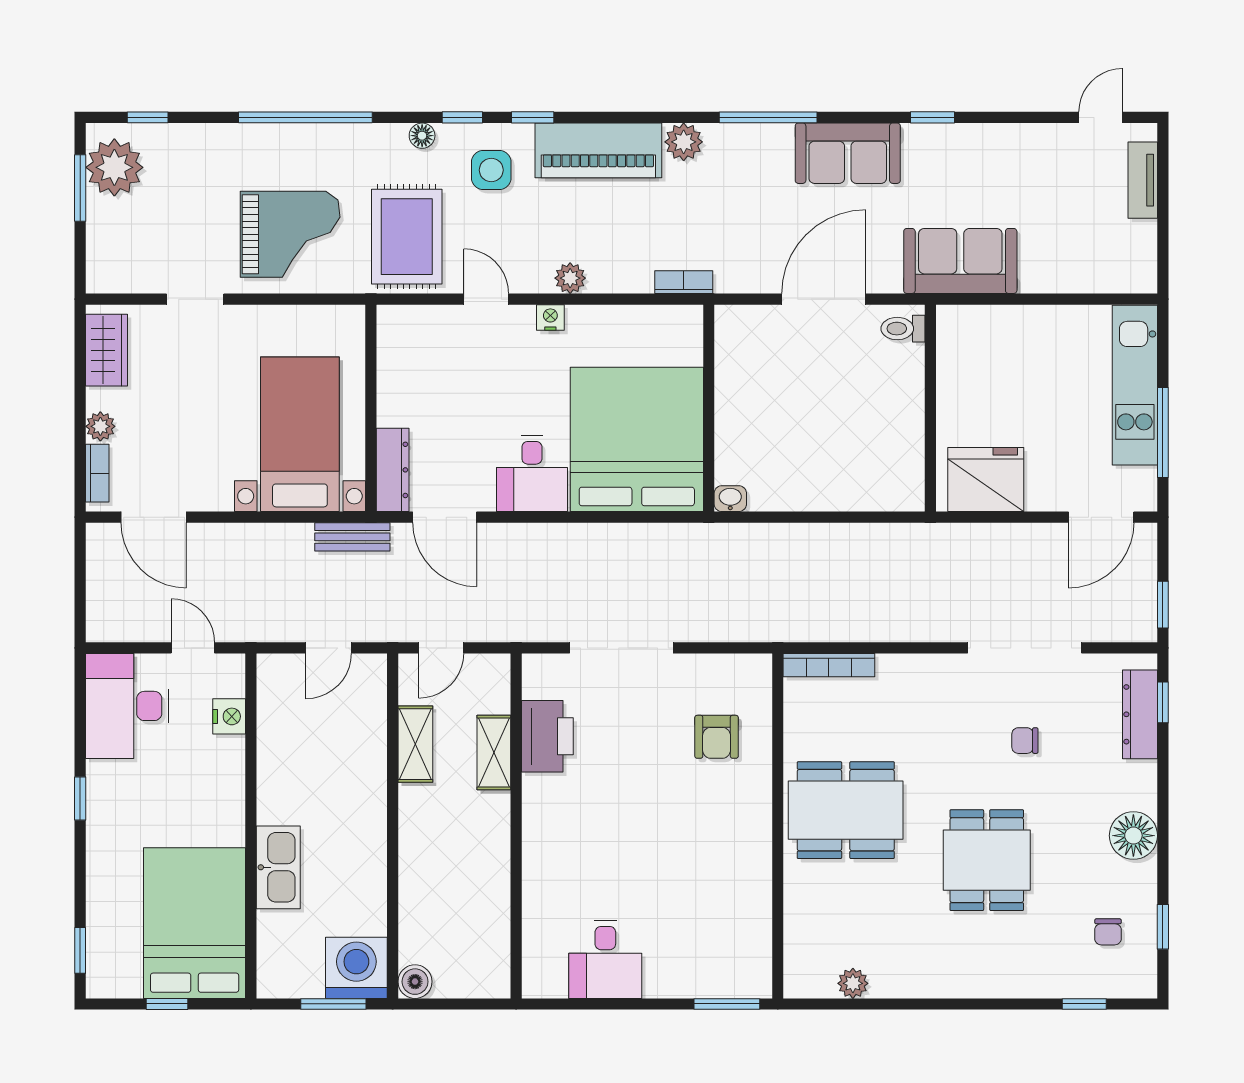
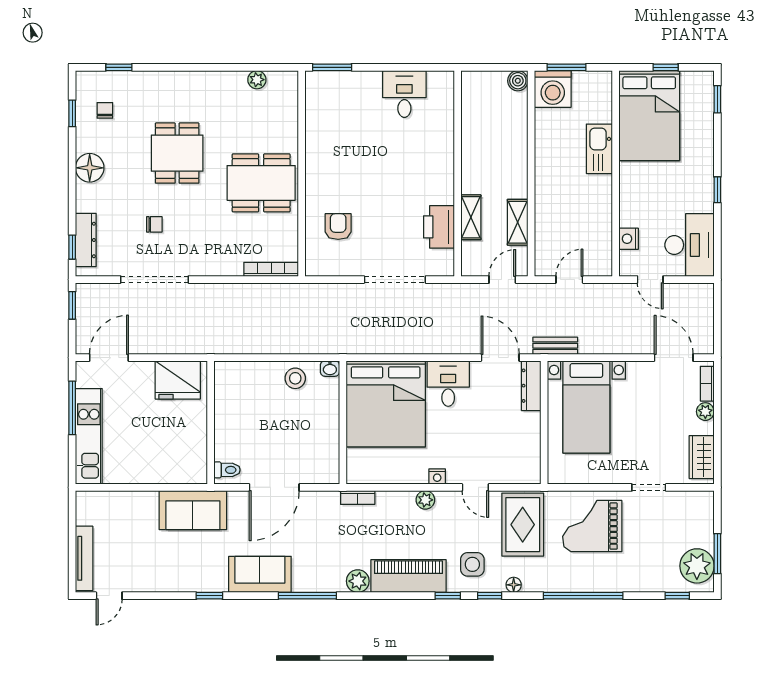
tv unit: (1143, 180) -> (84, 558), width x1.41
stool: (789, 482) -> (295, 378), added

